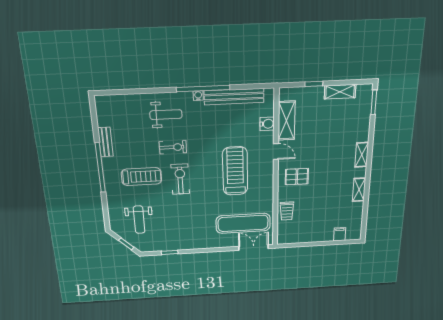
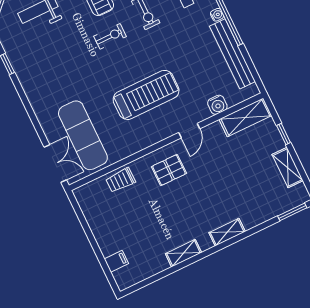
shelving: (287, 121) -> (245, 117), moved
pallet: (297, 177) -> (169, 170), turned 90
exercise bike: (180, 179) -> (110, 36), width x0.73, depth x0.72

